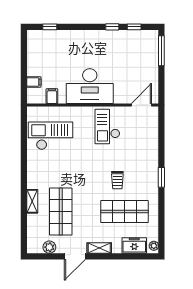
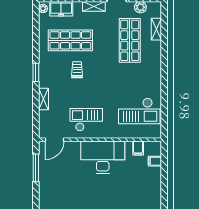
window: (161, 51) -> (36, 168), moved
checkout: (107, 127) -> (86, 120), turned -90
shelving: (153, 149) -> (44, 99), added
shelving: (32, 201) -> (156, 29), moved

